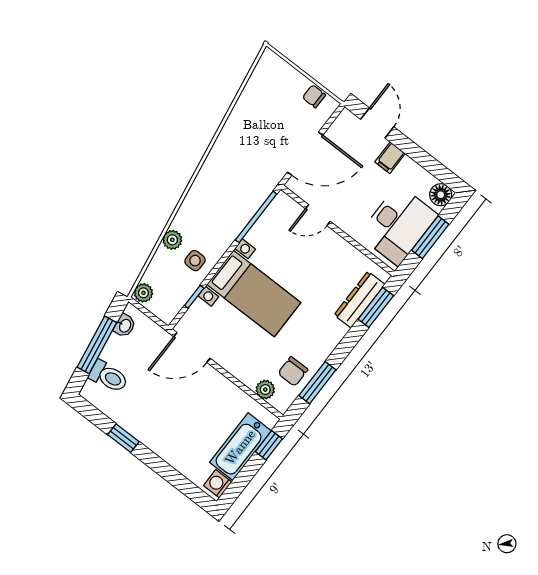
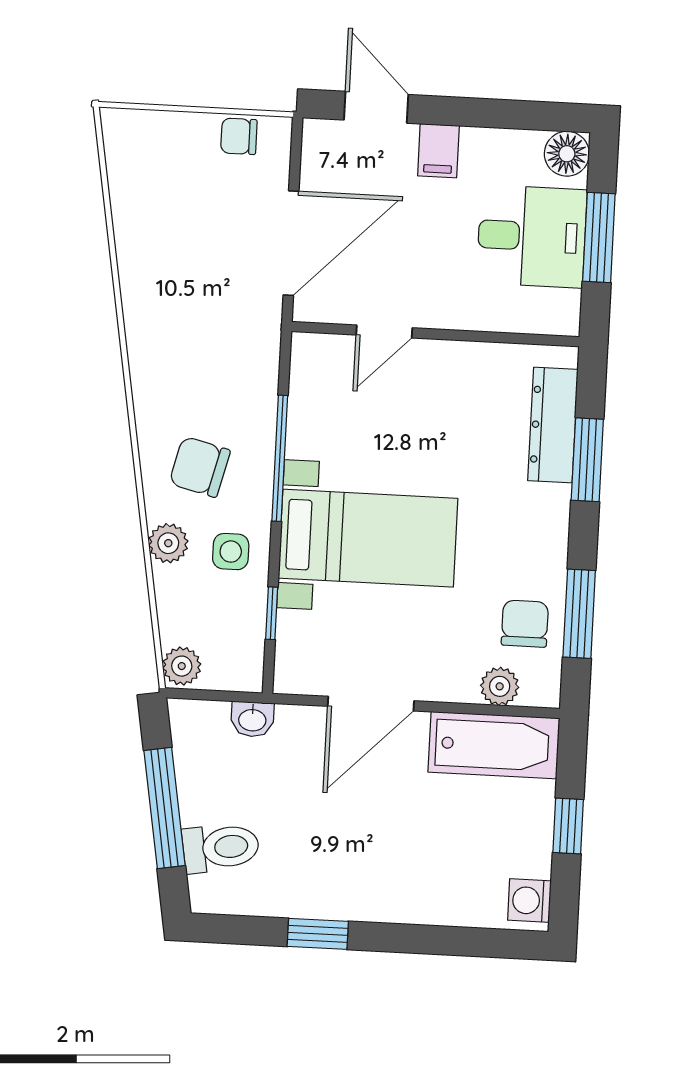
window: (256, 217) -> (280, 458), moved
chair: (206, 218) -> (200, 467), added
desk: (398, 225) -> (532, 236), width x0.73
window: (376, 307) -> (587, 460), moved
washbasin: (125, 325) -> (252, 719), moved, turned 99
door: (192, 347) -> (371, 704), moved
chair: (293, 371) -> (525, 624), turned 180
window: (269, 445) -> (568, 826), moved
bathtub: (240, 447) -> (494, 745), moved, turned -90

